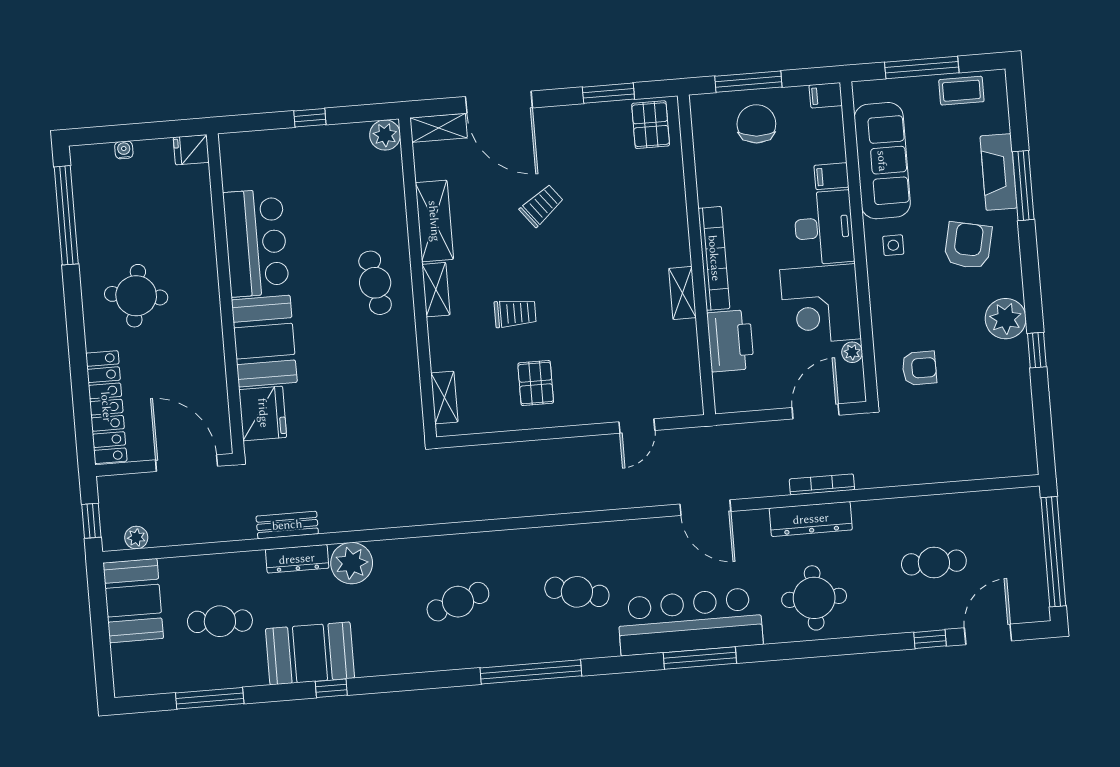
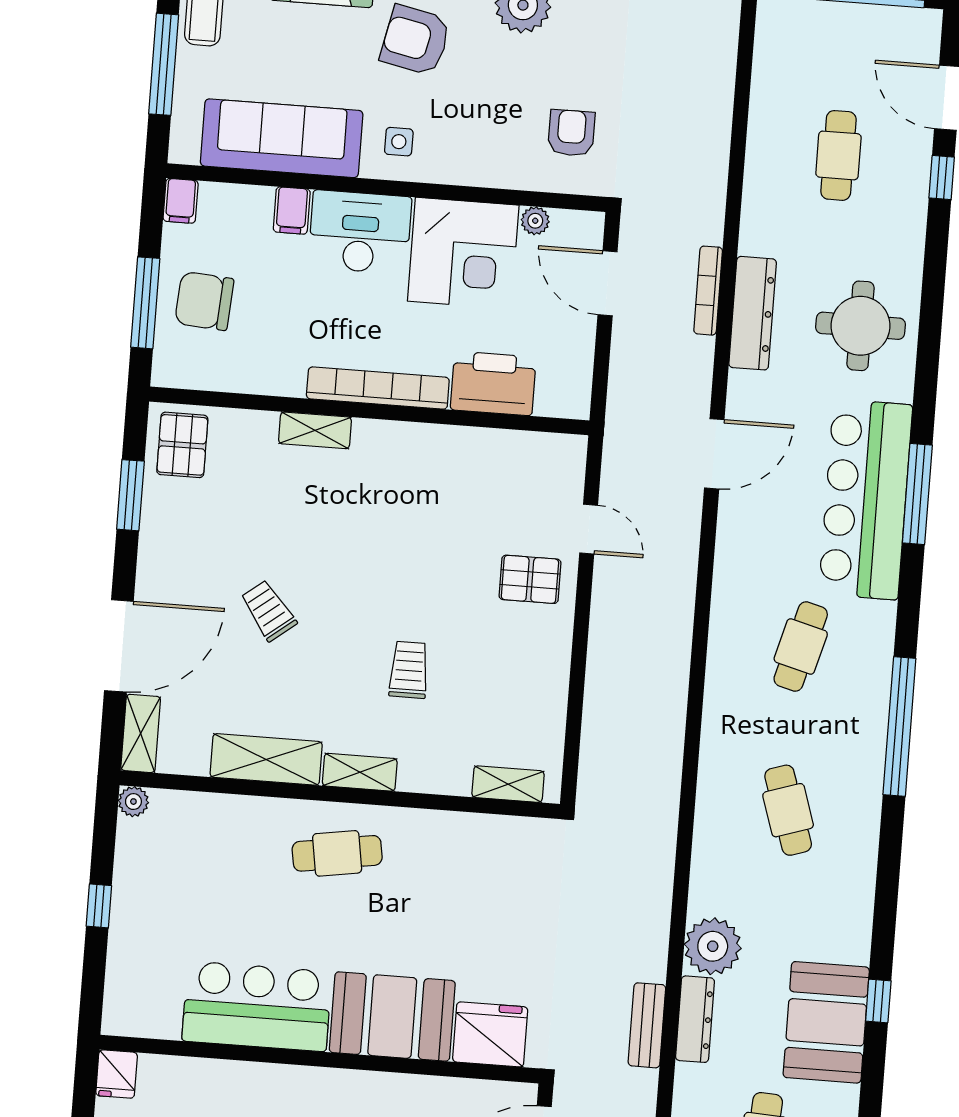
pallet: (651, 125) -> (182, 445), turned 90
plant: (385, 135) -> (133, 802), width x0.73, depth x0.73
shelving: (682, 293) -> (315, 430), moved
pallet: (536, 383) -> (530, 579), moved

